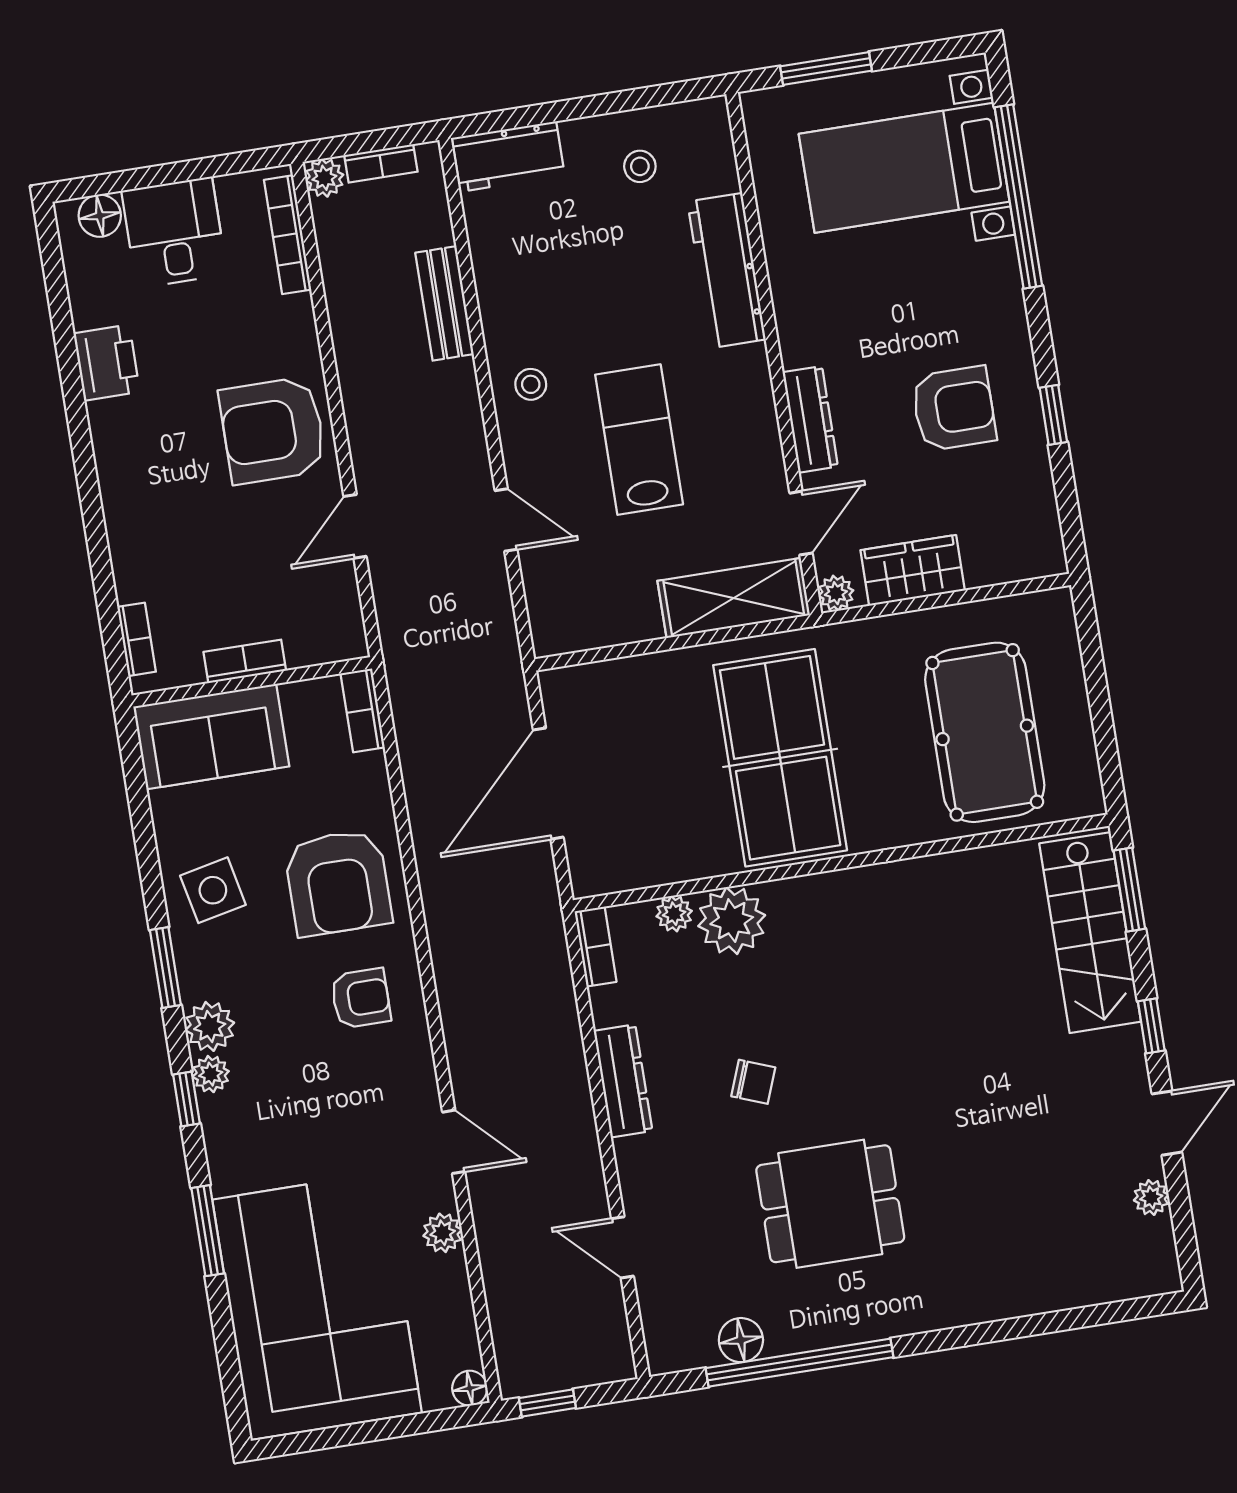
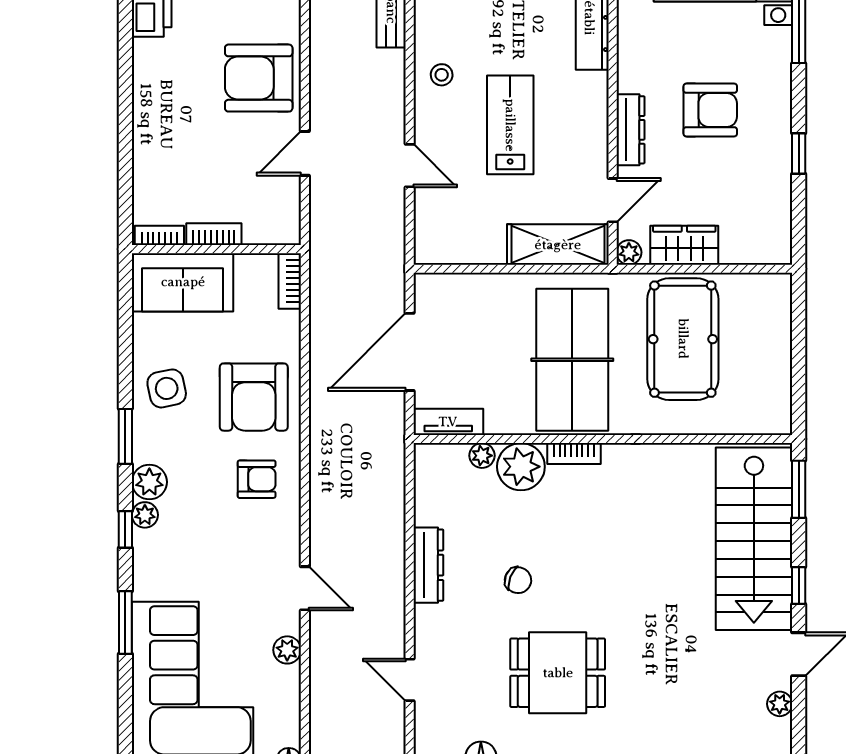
armchair: (954, 409) -> (710, 110), moved
bookcase: (137, 639) -> (159, 235), moved, turned -90
pool table: (985, 732) -> (683, 339), moved
tv unit: (619, 874) -> (448, 422), added
stairs: (1090, 933) -> (754, 539), width x1.36, depth x1.51
bookcase: (596, 947) -> (574, 454), moved, turned 90

